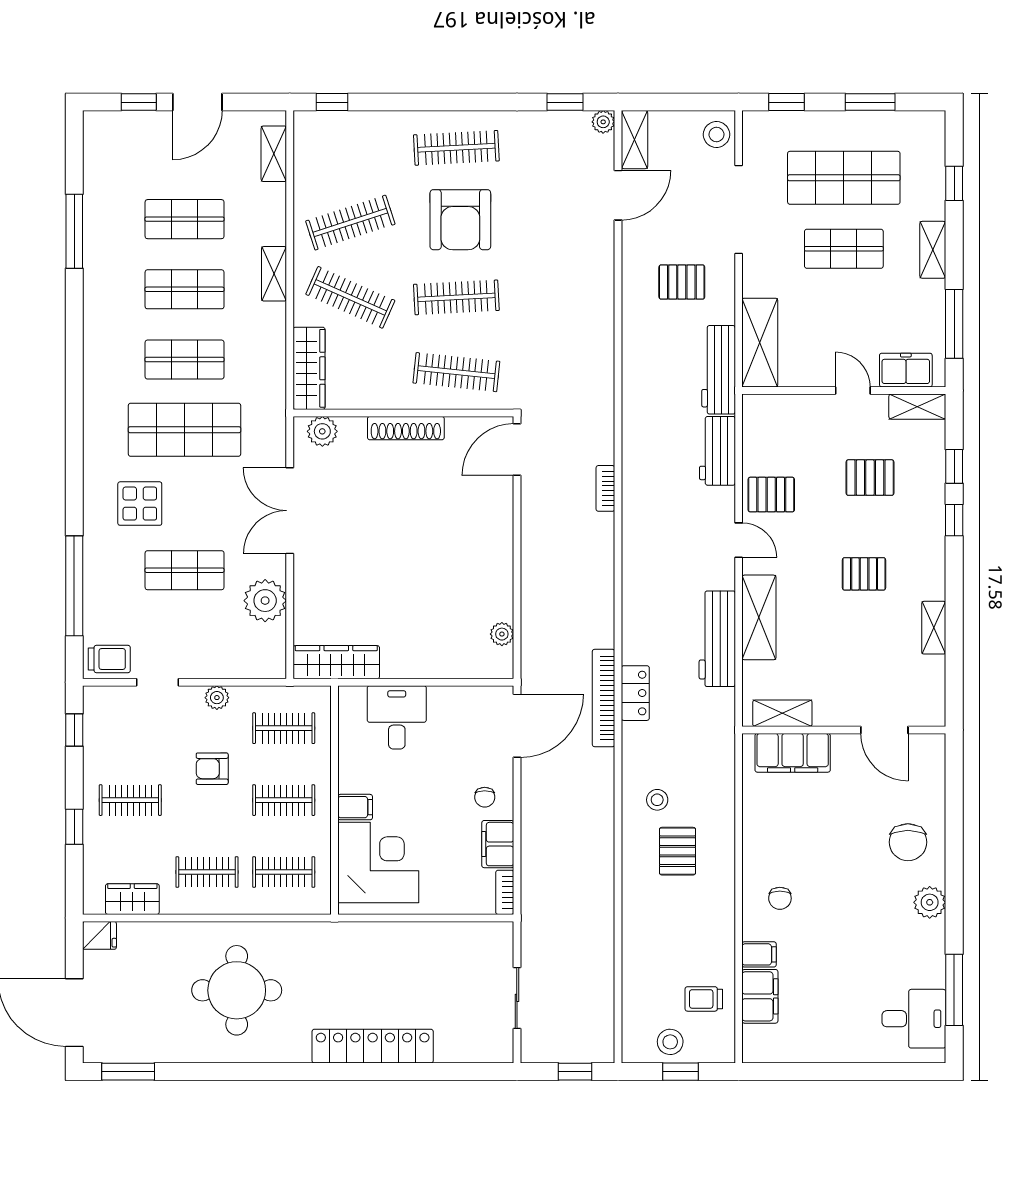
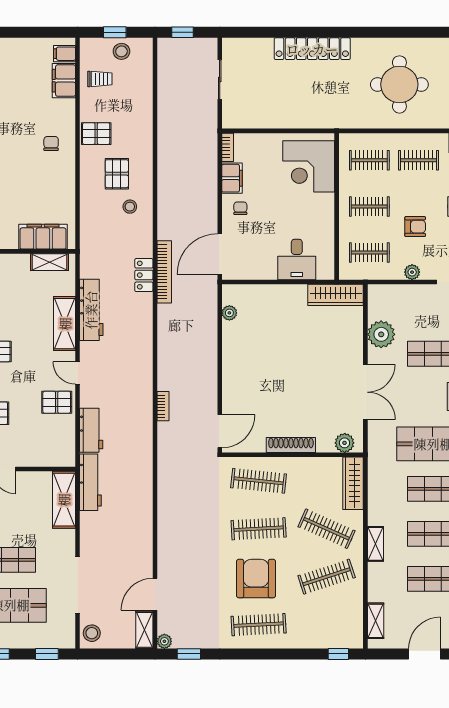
pallet: (682, 282) -> (96, 134), moved
filing cabinet: (355, 807) -> (323, 202), removed
filing cabinet: (759, 954) -> (64, 54), moved

